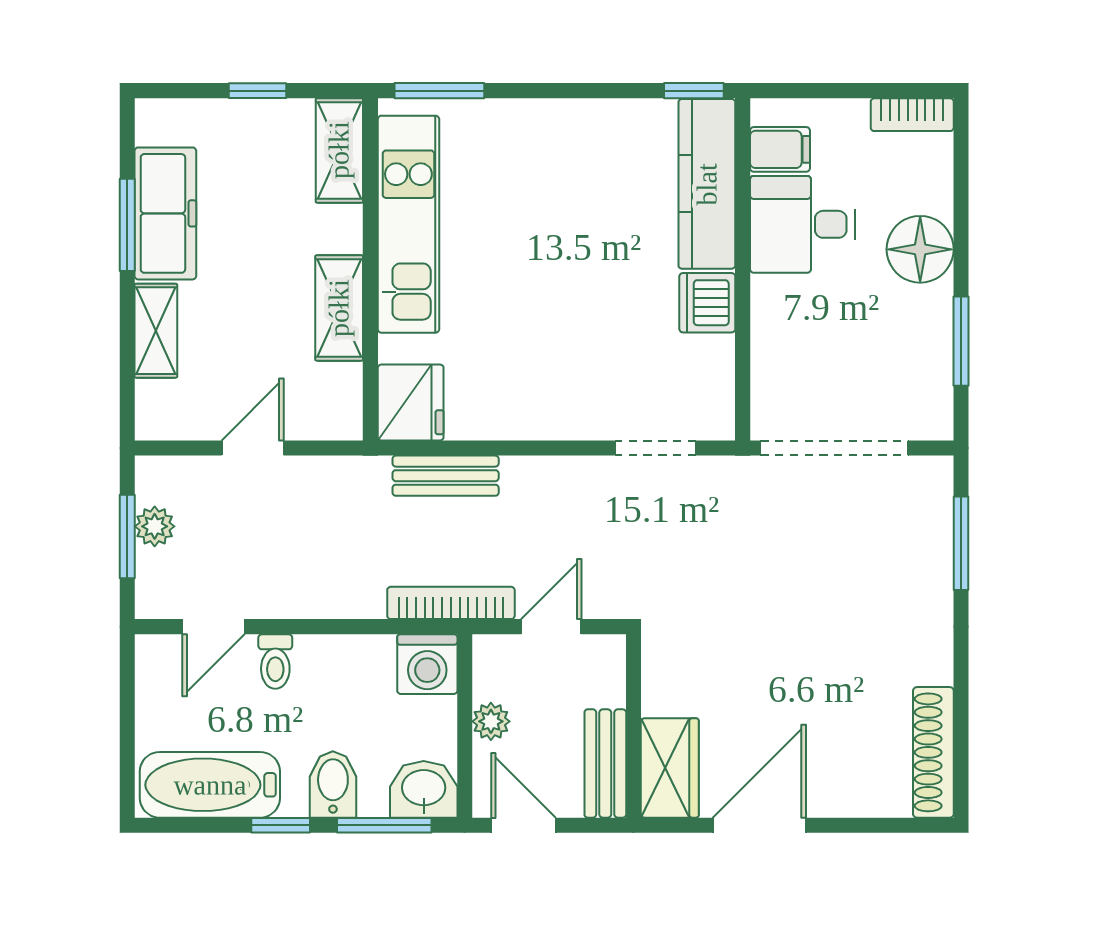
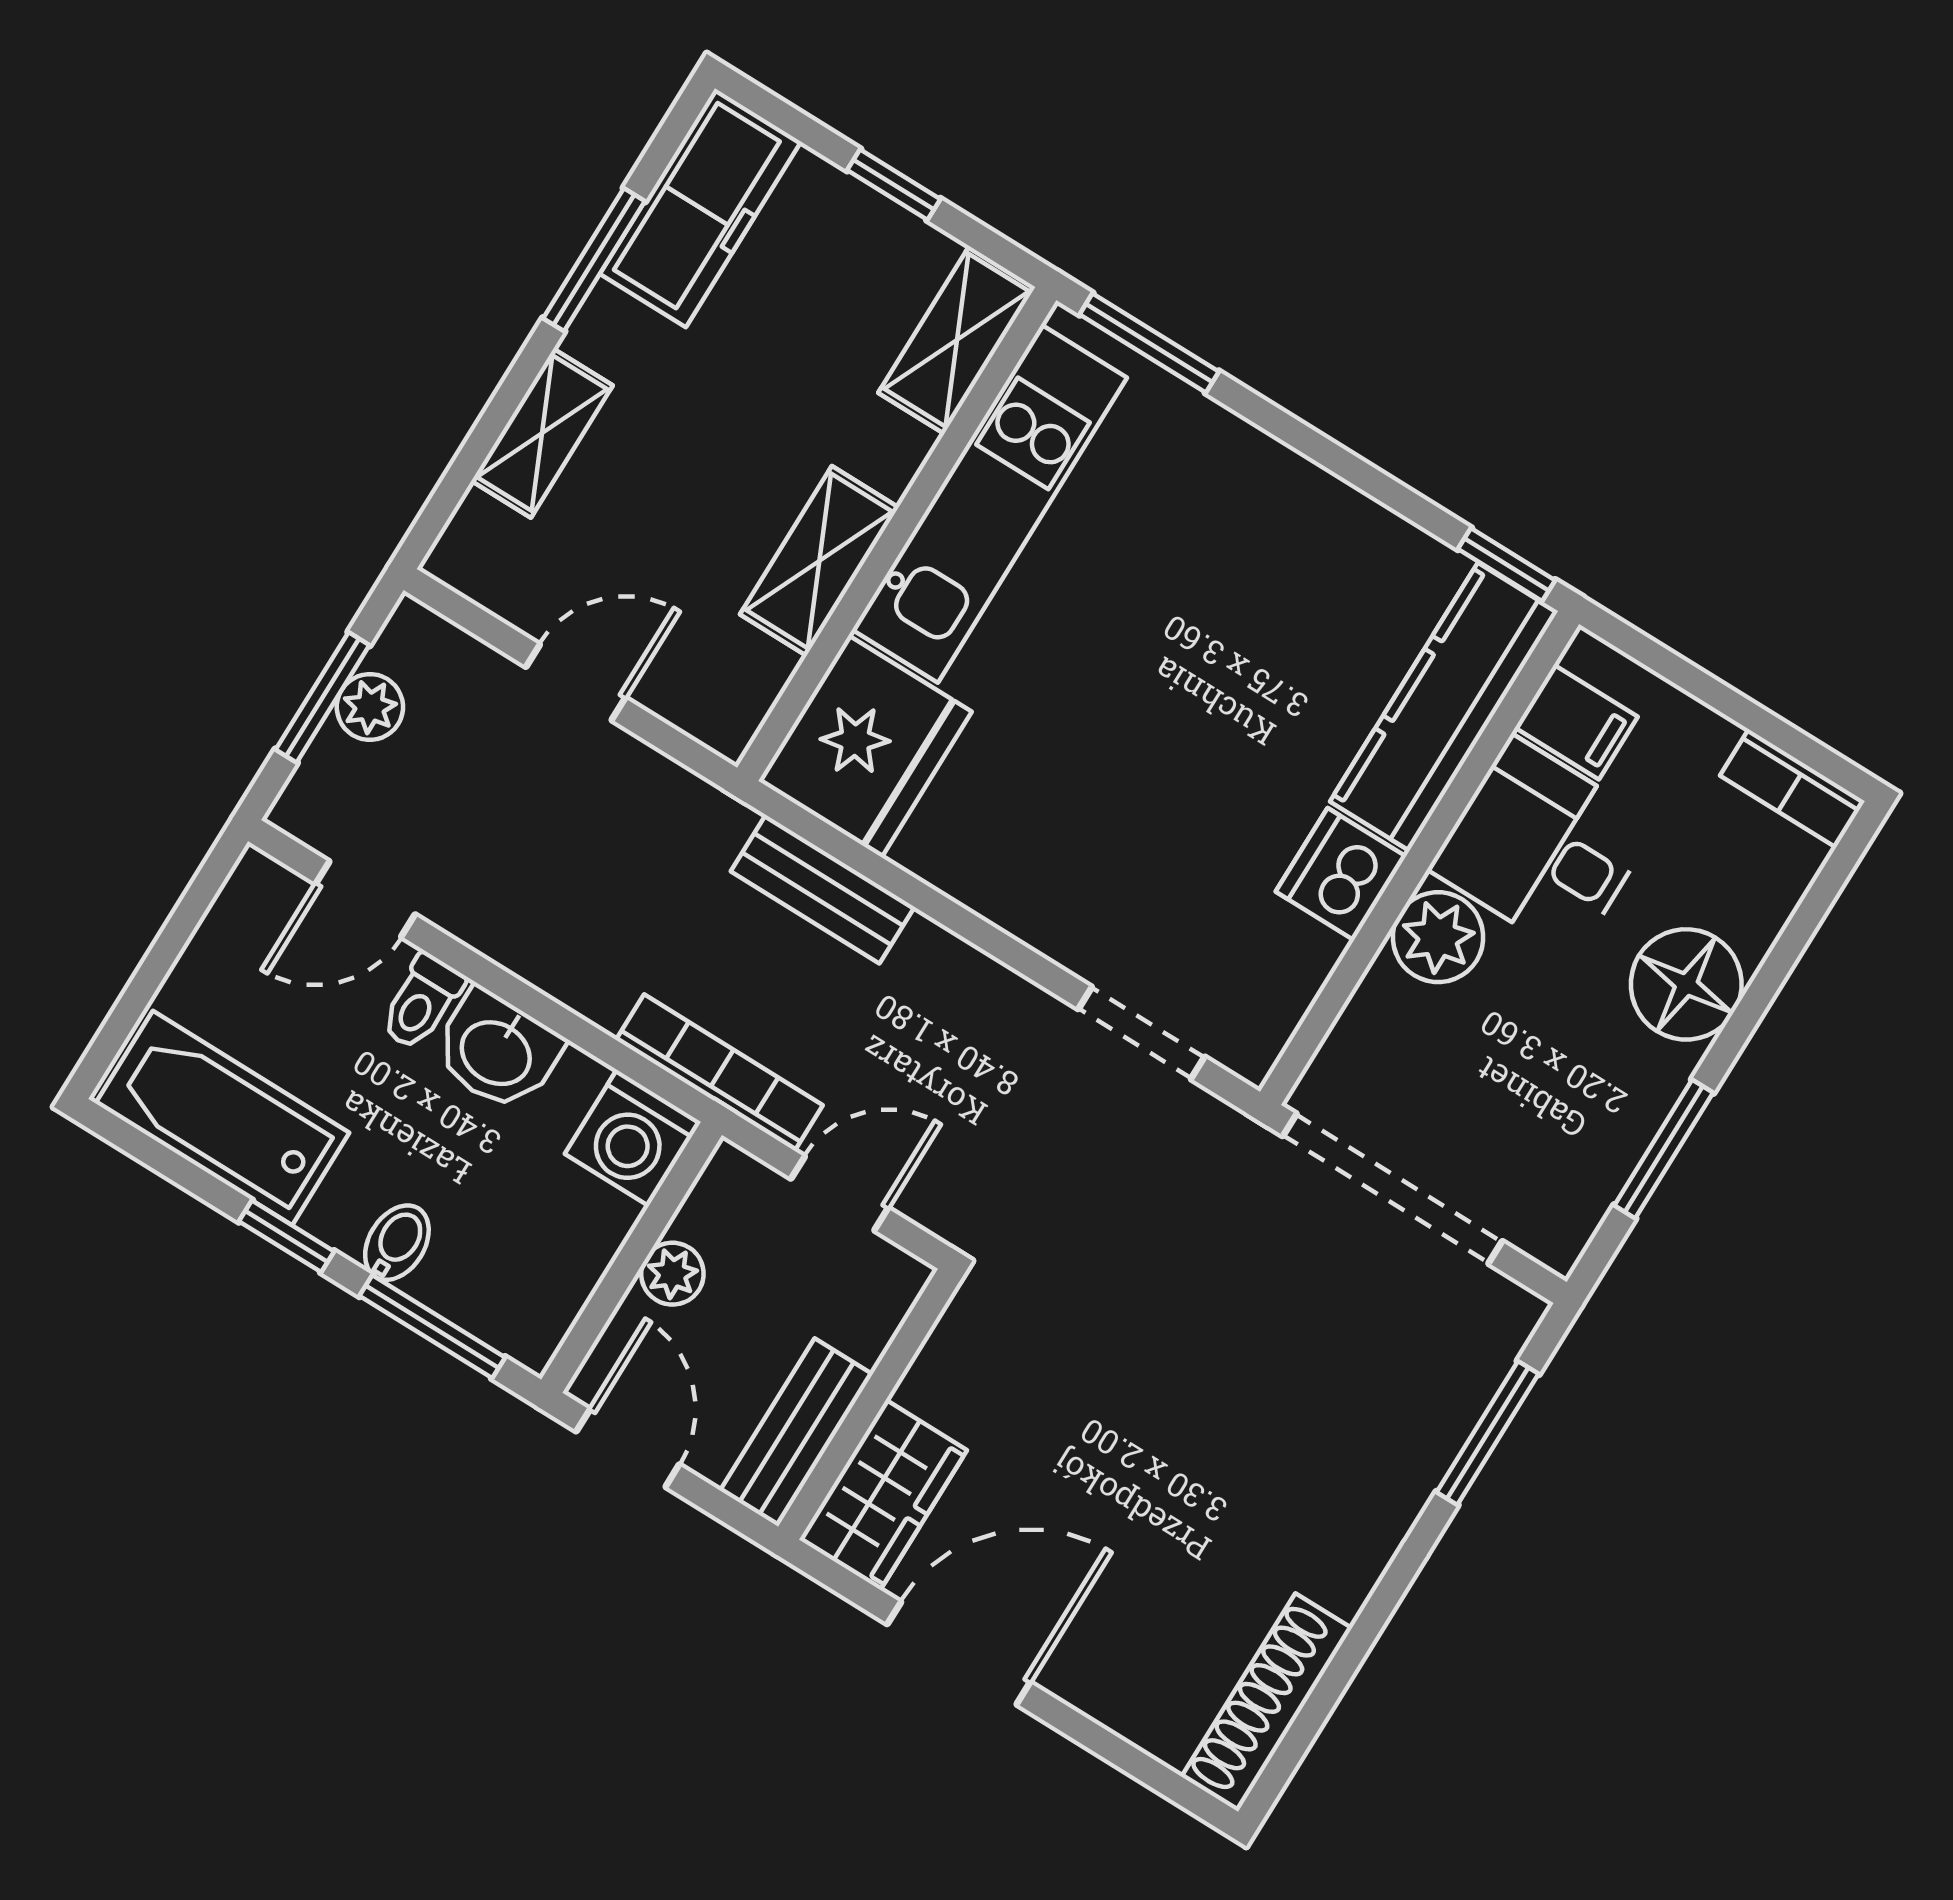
freezer: (165, 213) -> (700, 208), moved
plant: (777, 304) -> (1438, 937), added
fridge: (411, 402) -> (865, 746), width x1.36, depth x1.34
bidet: (333, 784) -> (397, 1243), width x0.72, depth x0.74
washbasin: (424, 789) -> (497, 1051), moved, turned 180

